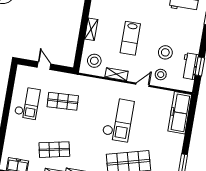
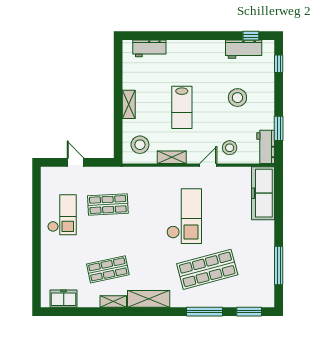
stool: (165, 52) -> (237, 98), moved
workbench: (190, 66) -> (266, 147), moved

